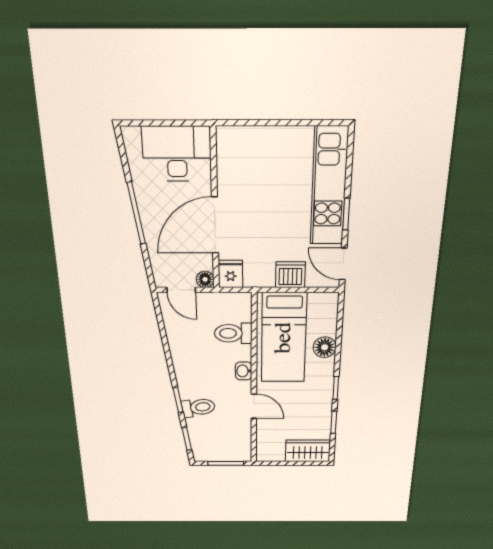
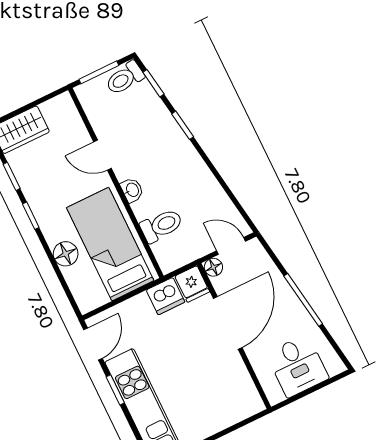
desk: (177, 154) -> (297, 366), width x0.73
door: (343, 264) -> (93, 344), hinge flipped
dishwasher: (290, 275) -> (165, 296), moved
toilet: (198, 407) -> (125, 78), moved

